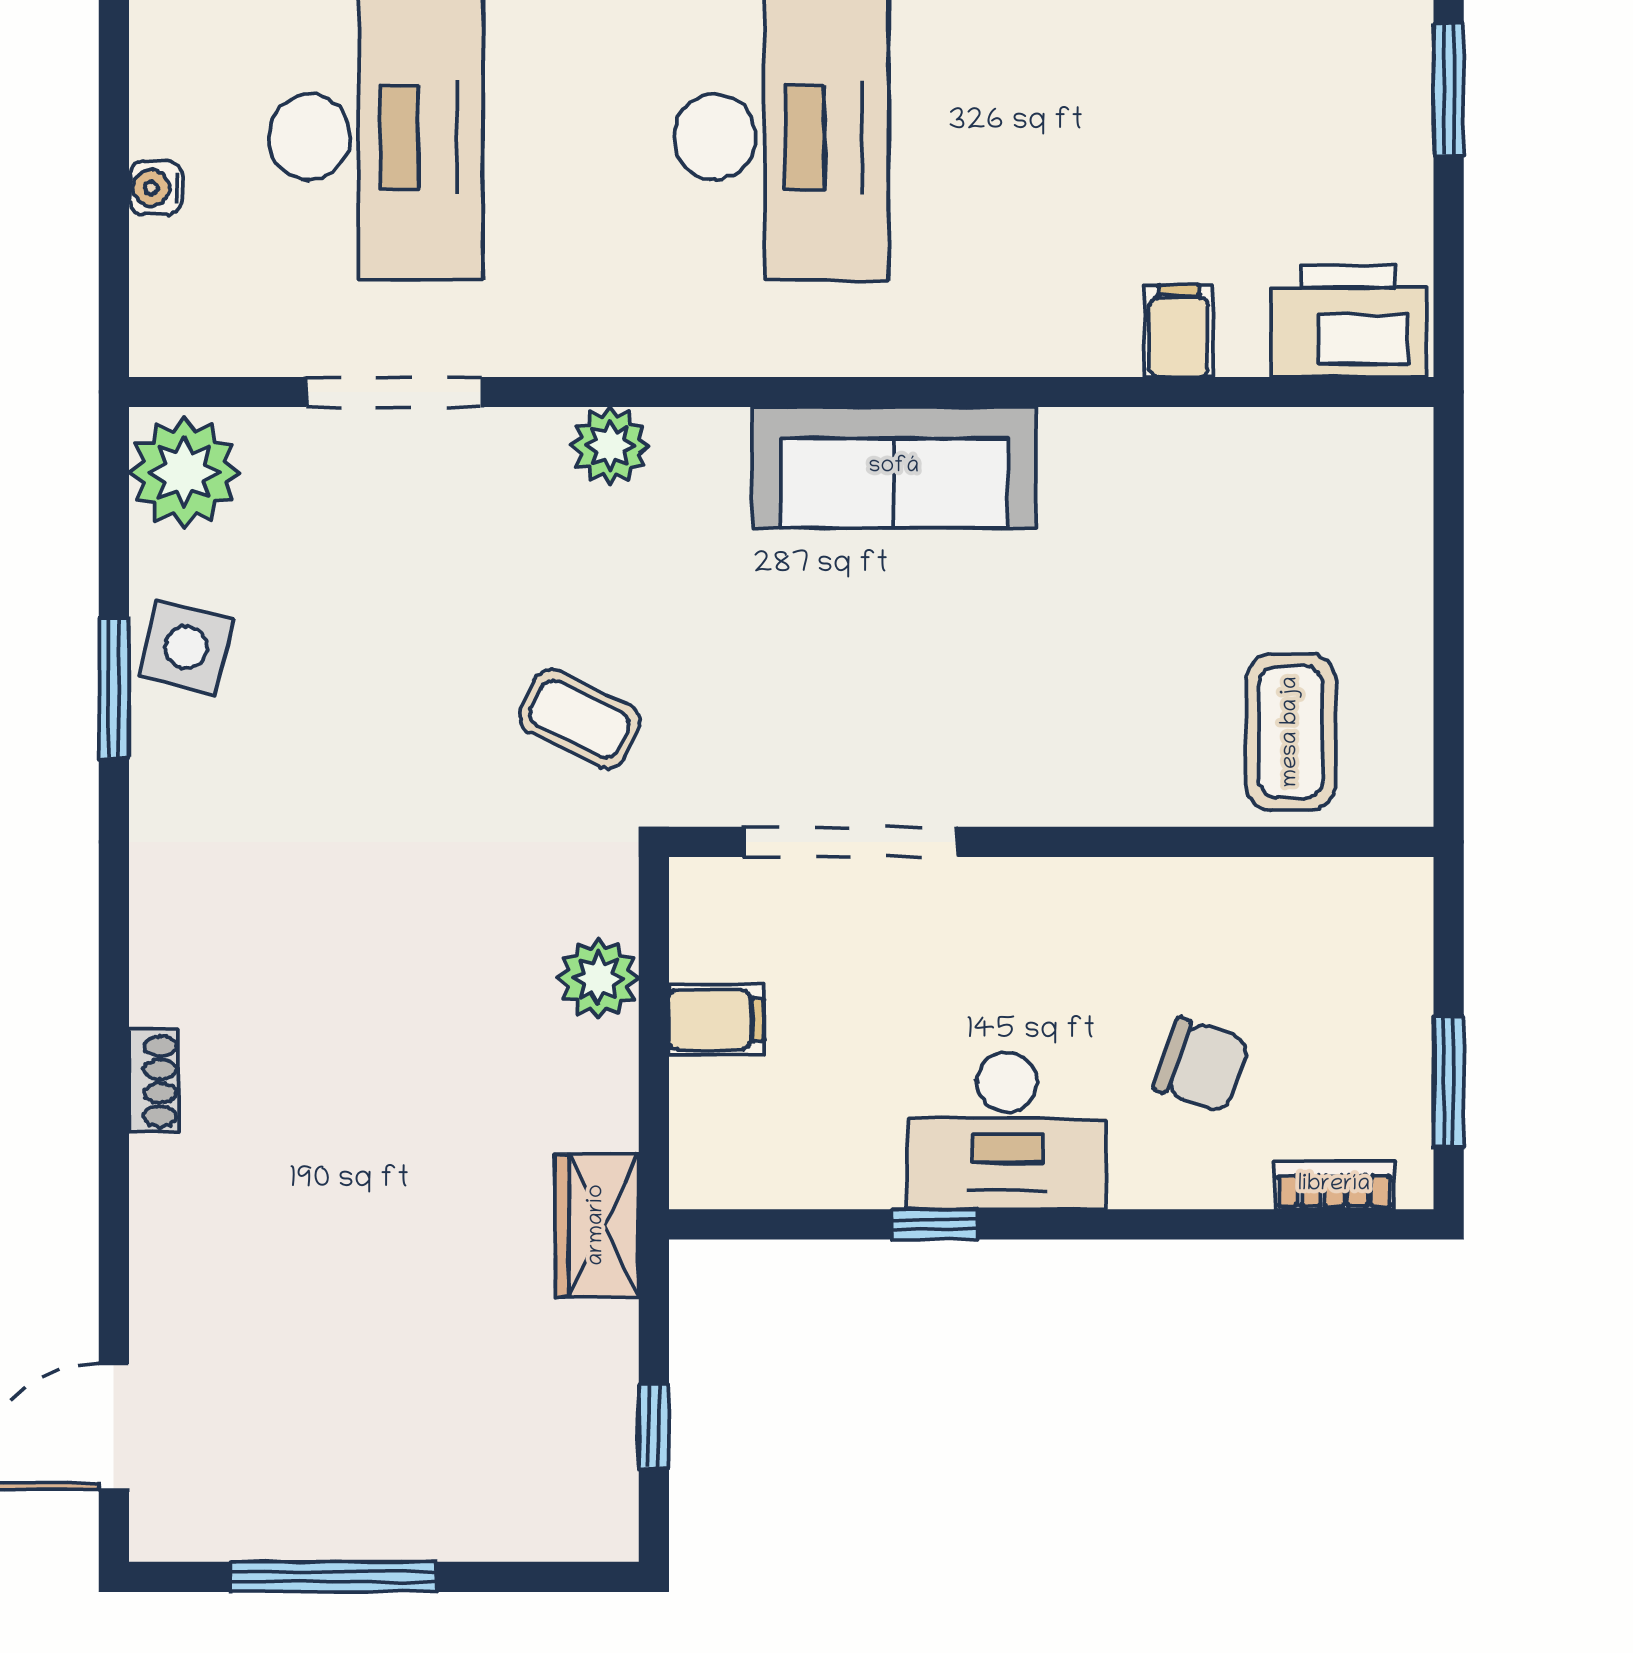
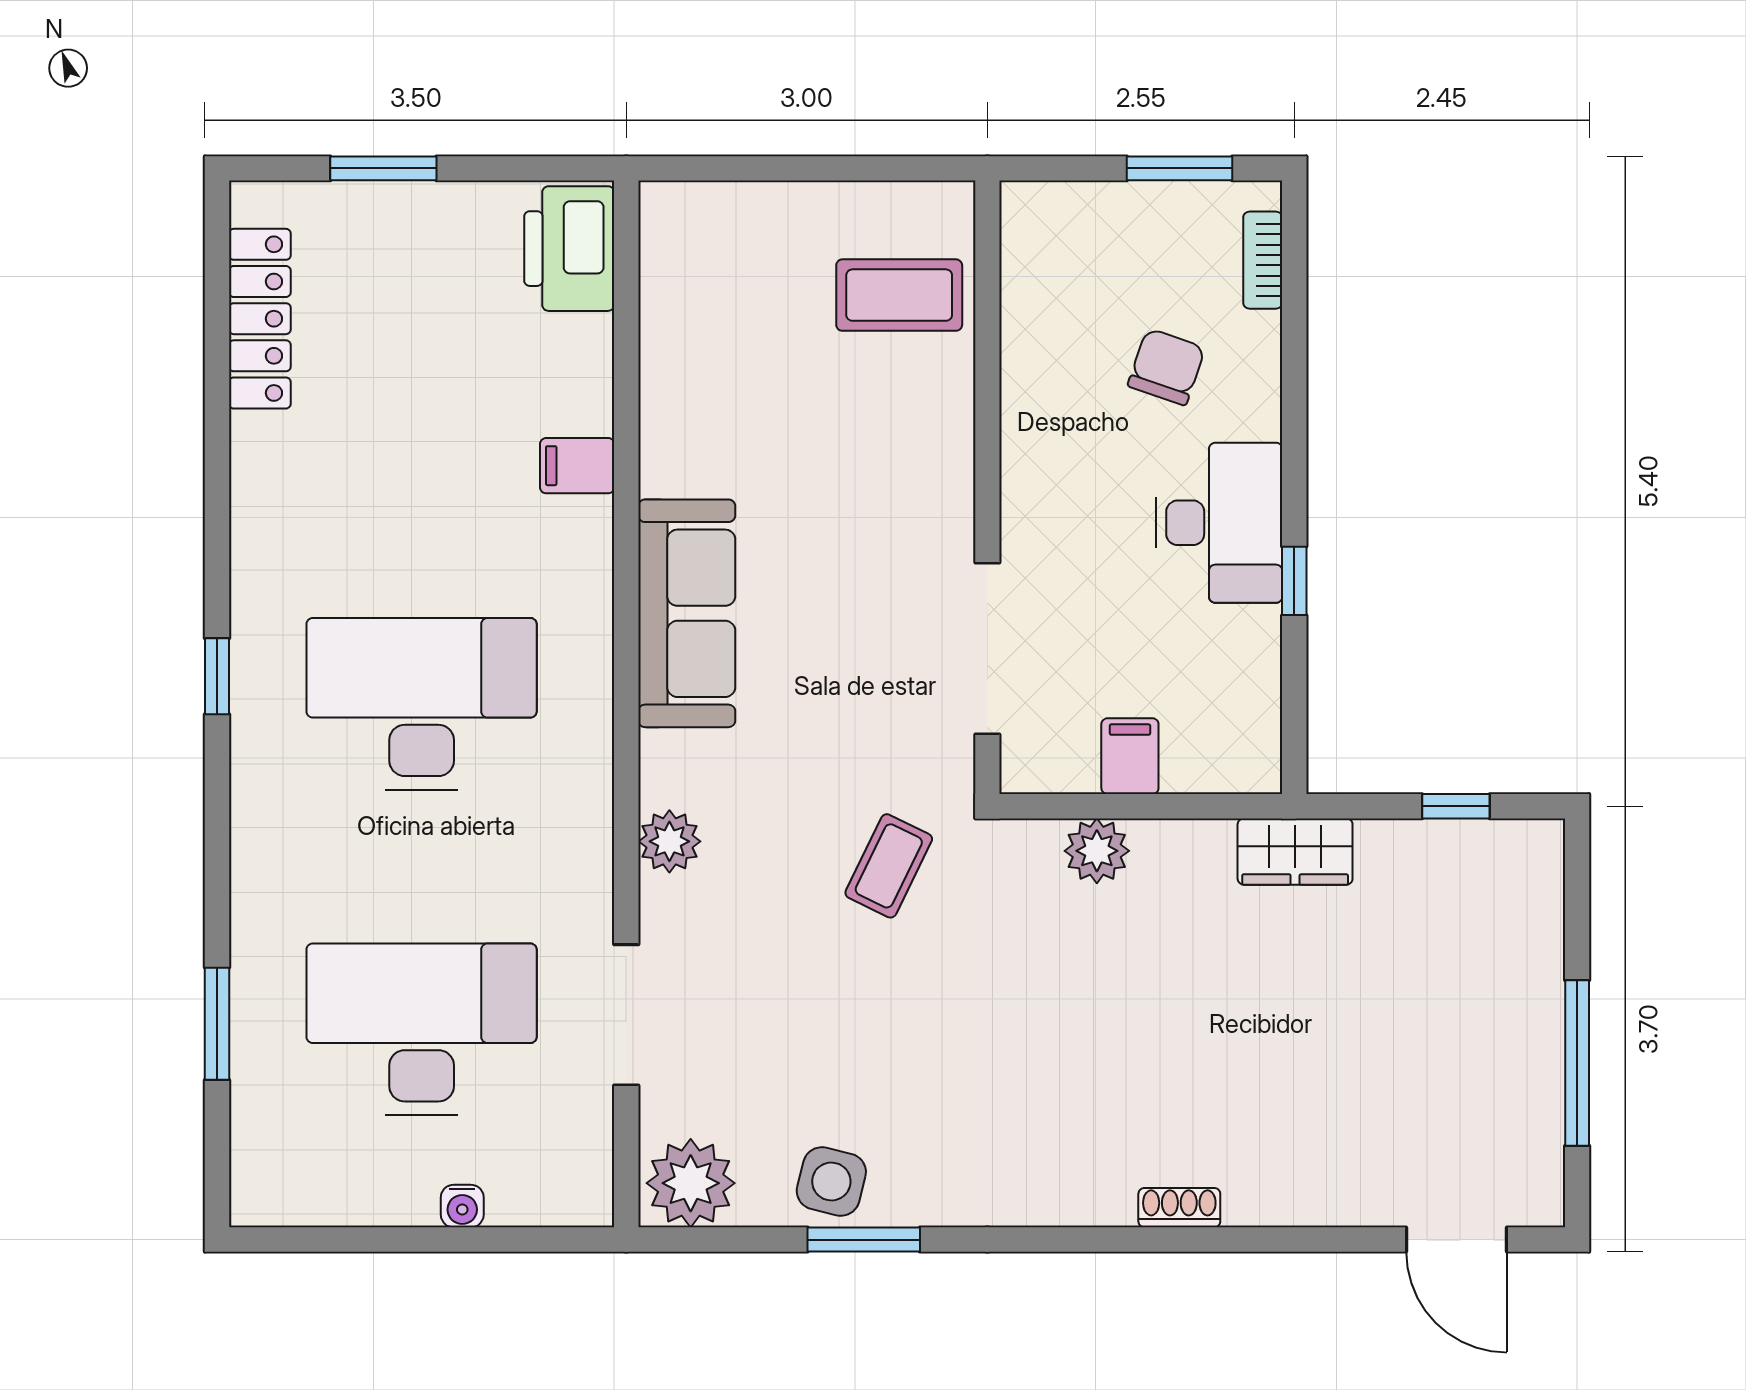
filing cabinet: (1179, 331) -> (577, 466), moved

